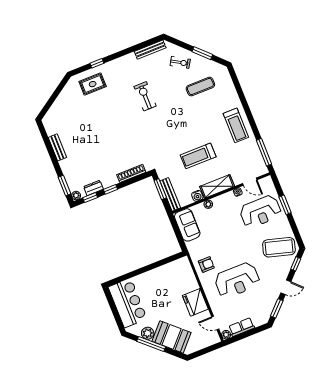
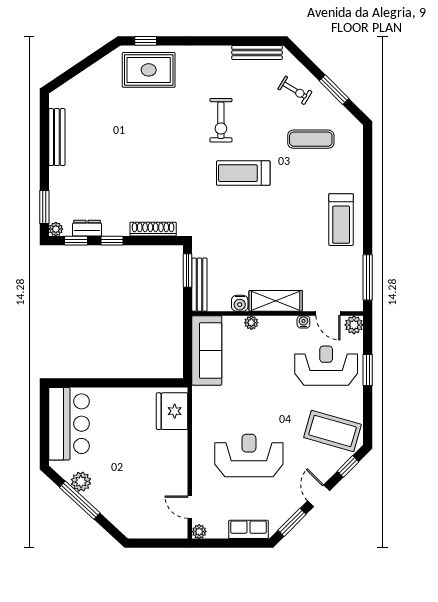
window: (97, 63) -> (146, 41), moved
rug: (93, 84) -> (149, 70), width x1.36, depth x1.43
exercise bike: (145, 96) -> (221, 120), turned 180
bench: (57, 147) -> (57, 137), width x1.36
treadmill: (198, 156) -> (243, 173), moved
plant: (267, 182) -> (354, 325), added
reception desk: (261, 212) -> (326, 366), turned 180
sofa: (187, 225) -> (207, 351), width x1.36
armchair: (206, 265) -> (212, 413), removed
reception desk: (237, 280) -> (249, 456), turned 180
door: (286, 287) -> (319, 496), swing flipped
fridge: (195, 302) -> (172, 411), moved
row of seats: (242, 327) -> (249, 529), moved
booth: (172, 337) -> (115, 502), removed

